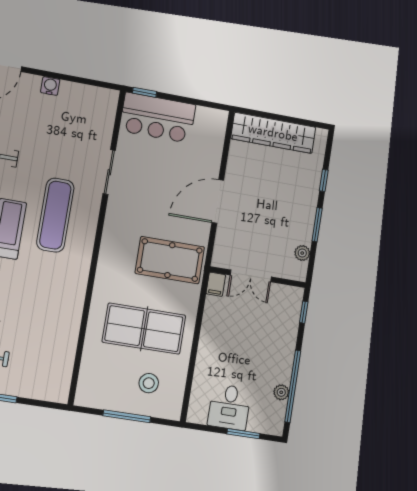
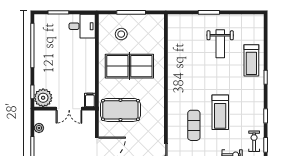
exercise mat: (55, 215) -> (194, 125), width x0.73, depth x0.69
double door: (251, 276) -> (69, 109), swing flipped
plant: (281, 392) -> (43, 98), moved, width x1.88, depth x1.88
desk: (229, 407) -> (82, 26), moved, turned 90

